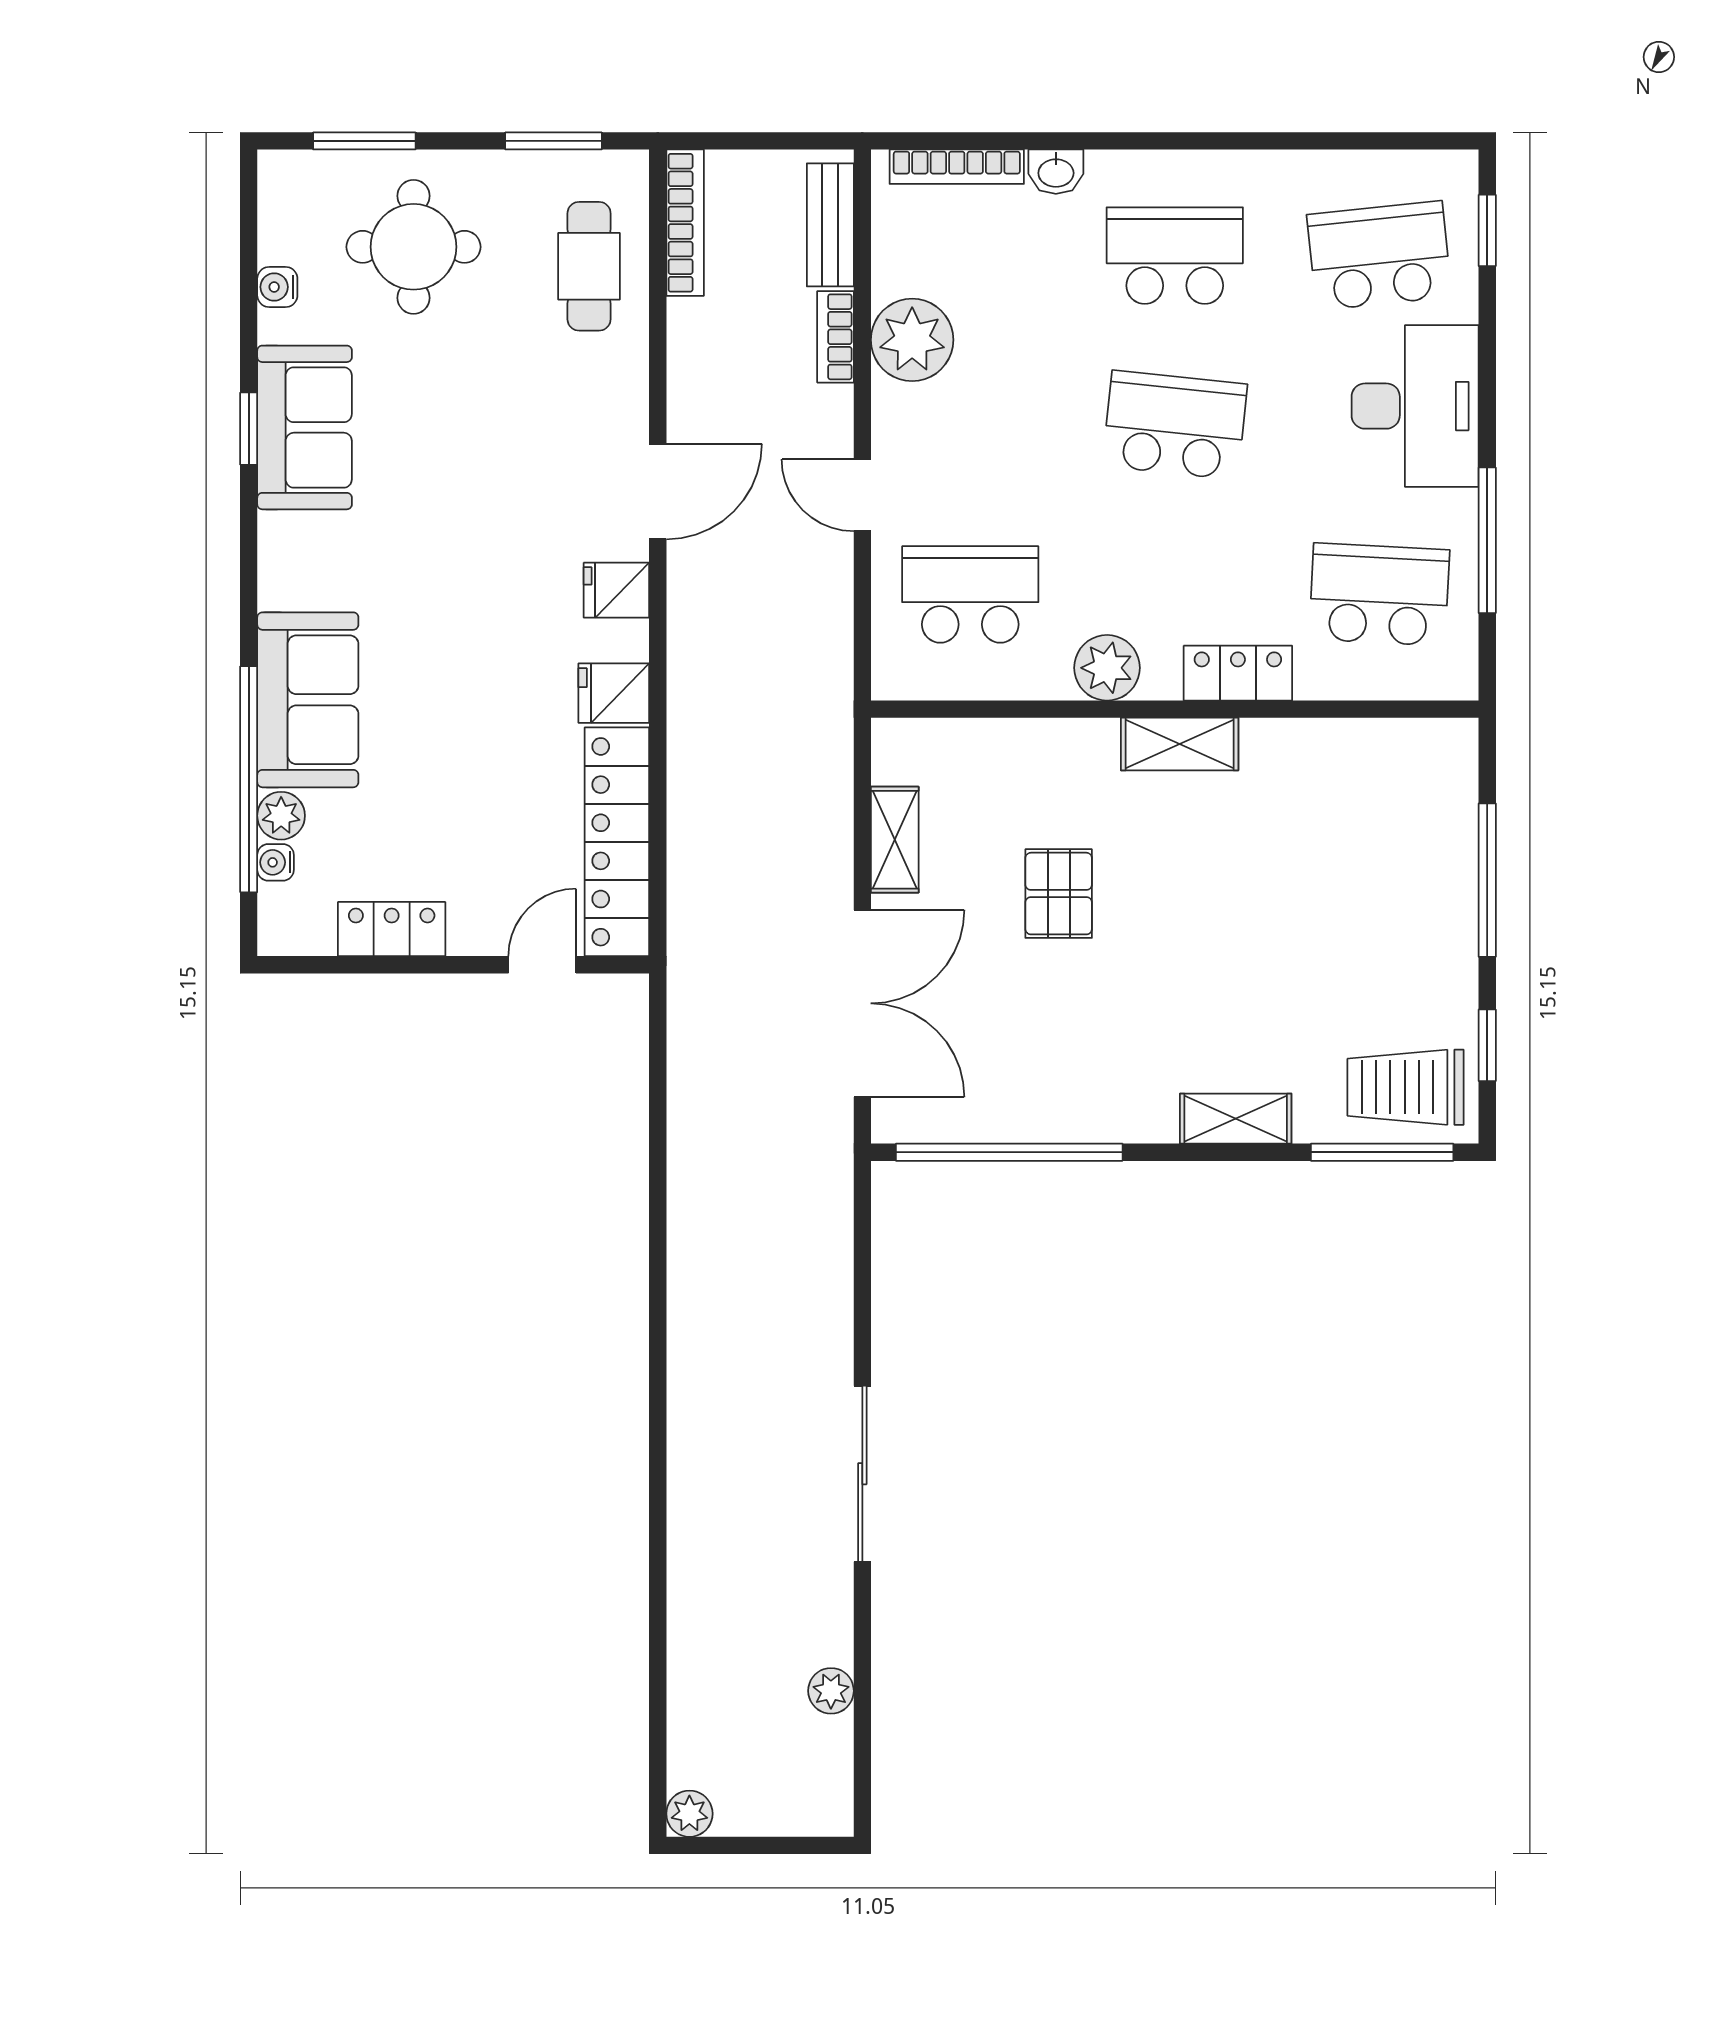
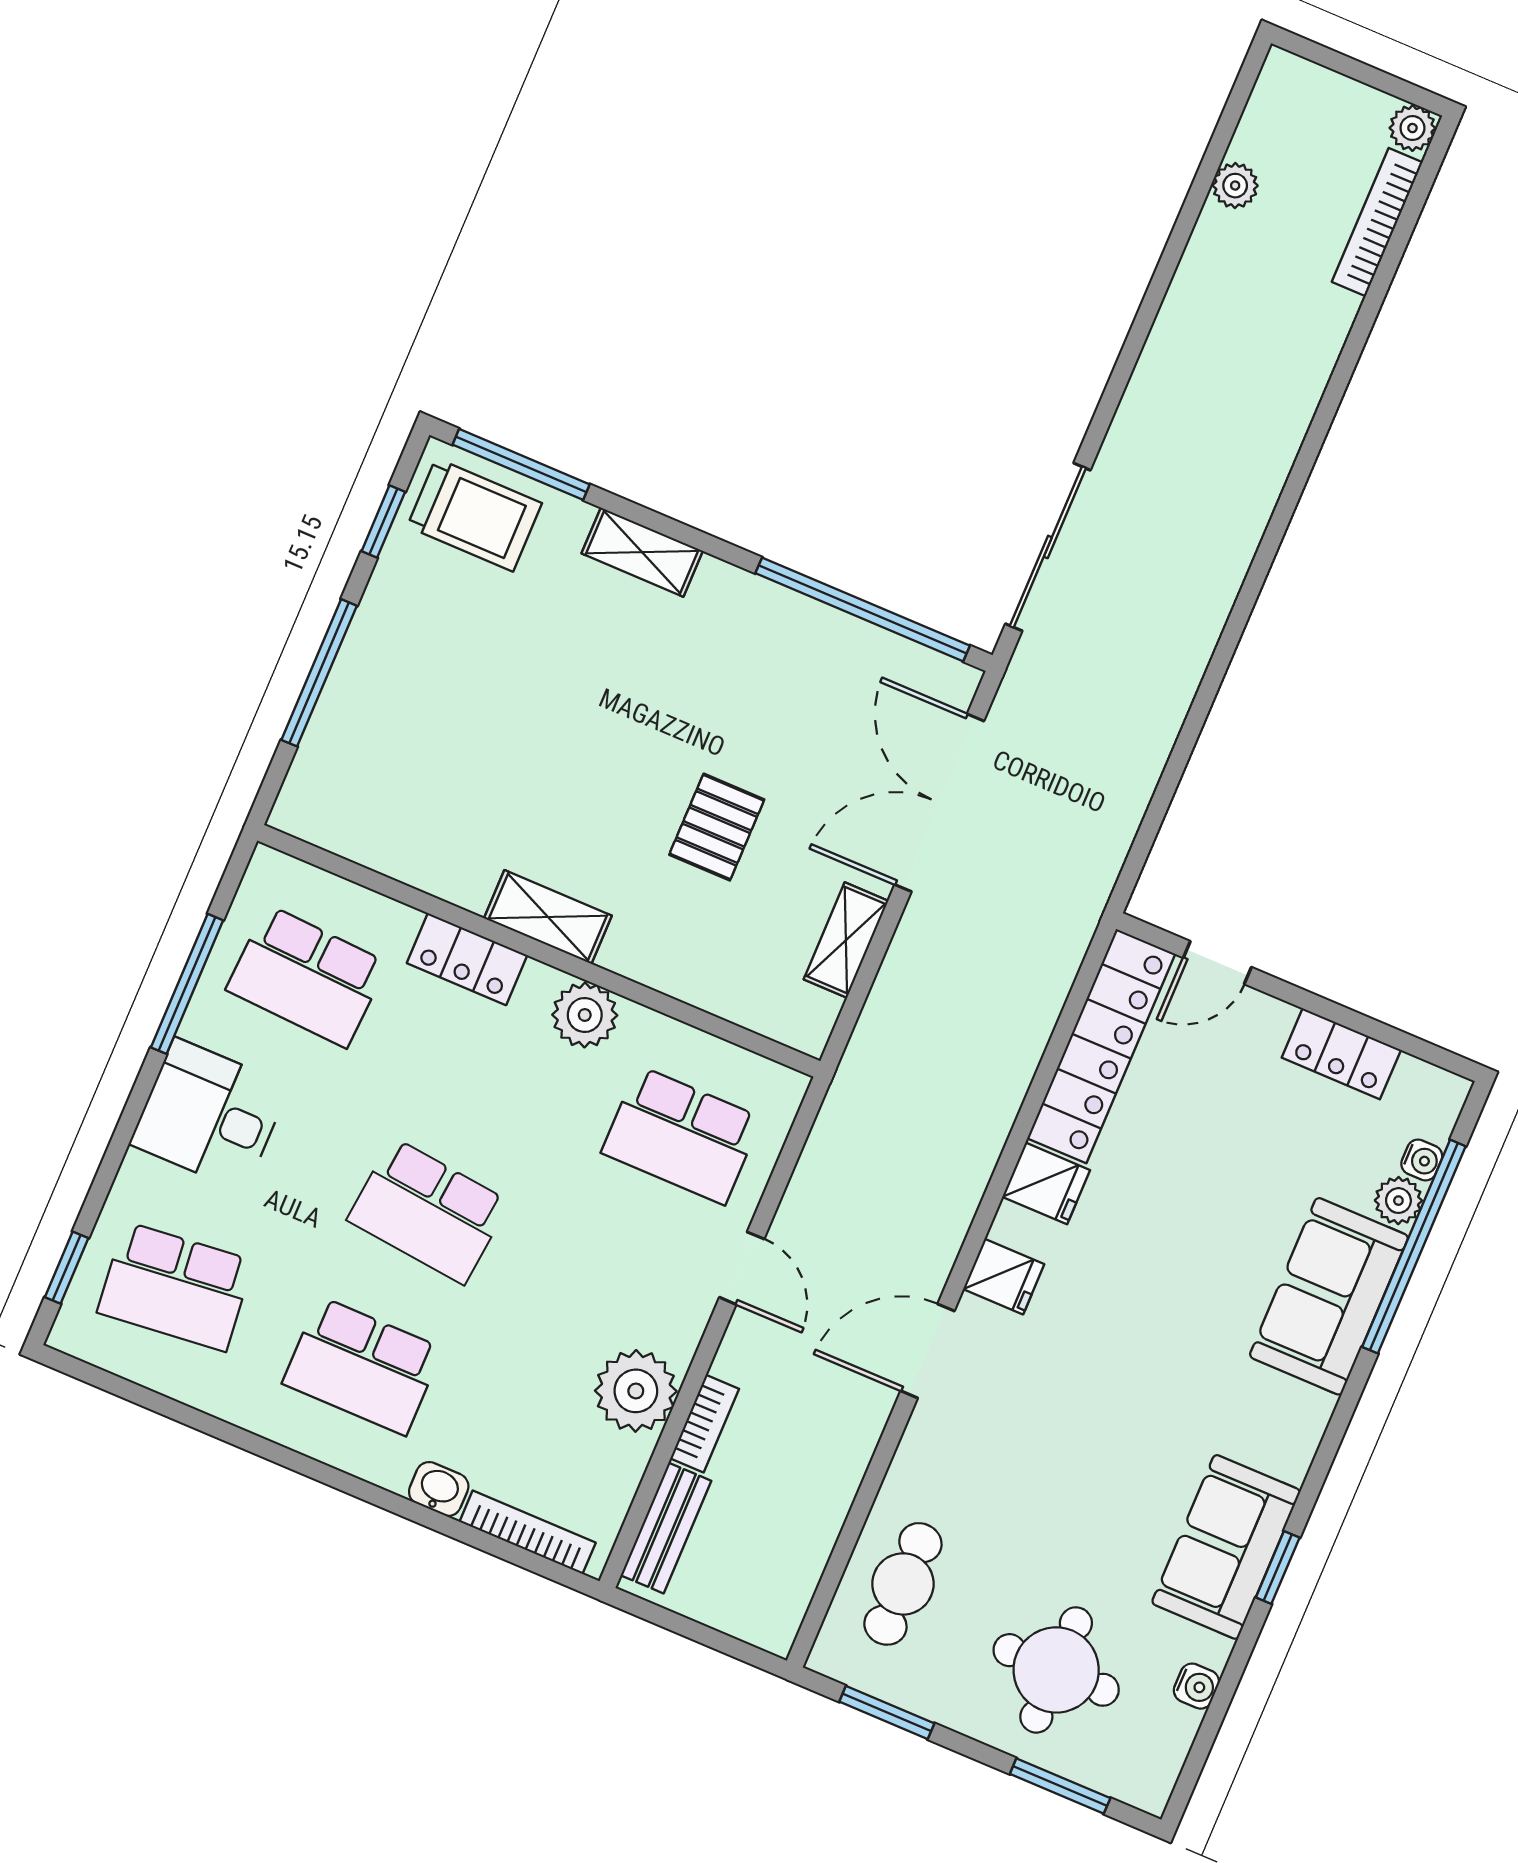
bookcase: (685, 223) -> (1377, 222), moved
desk: (1415, 406) -> (209, 1115), width x0.73
sliding door: (862, 1474) -> (1048, 547), moved

